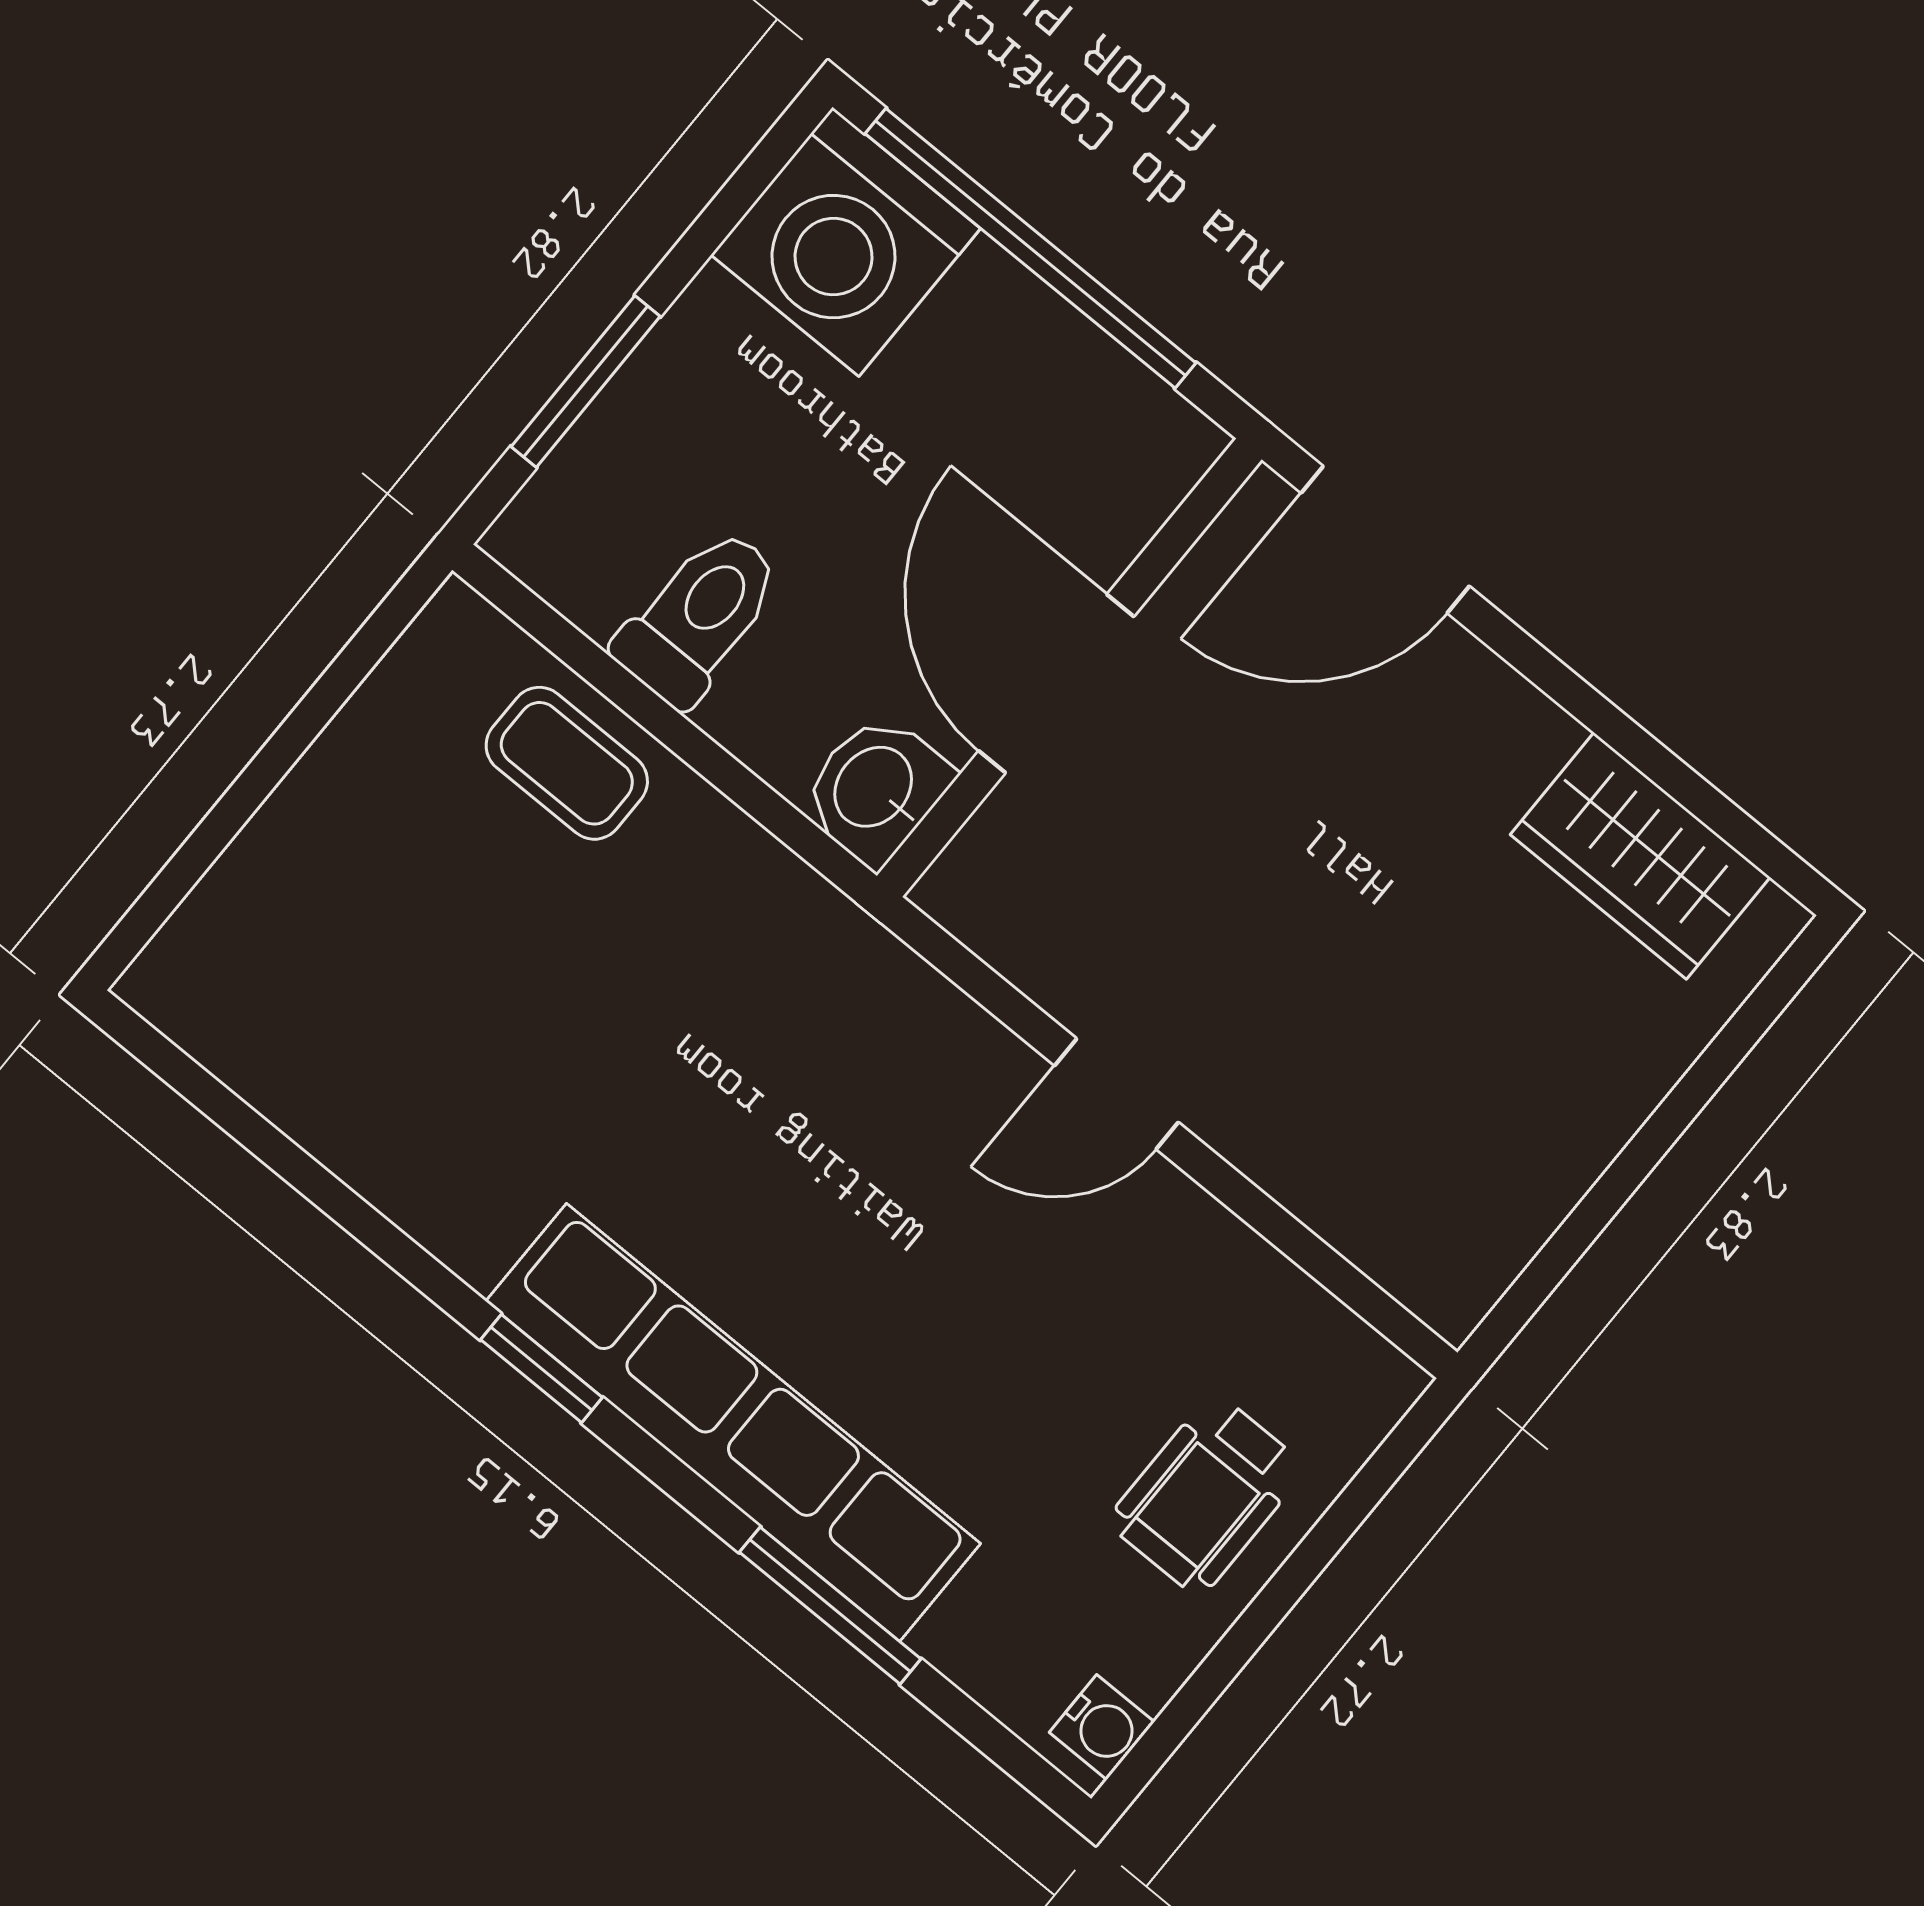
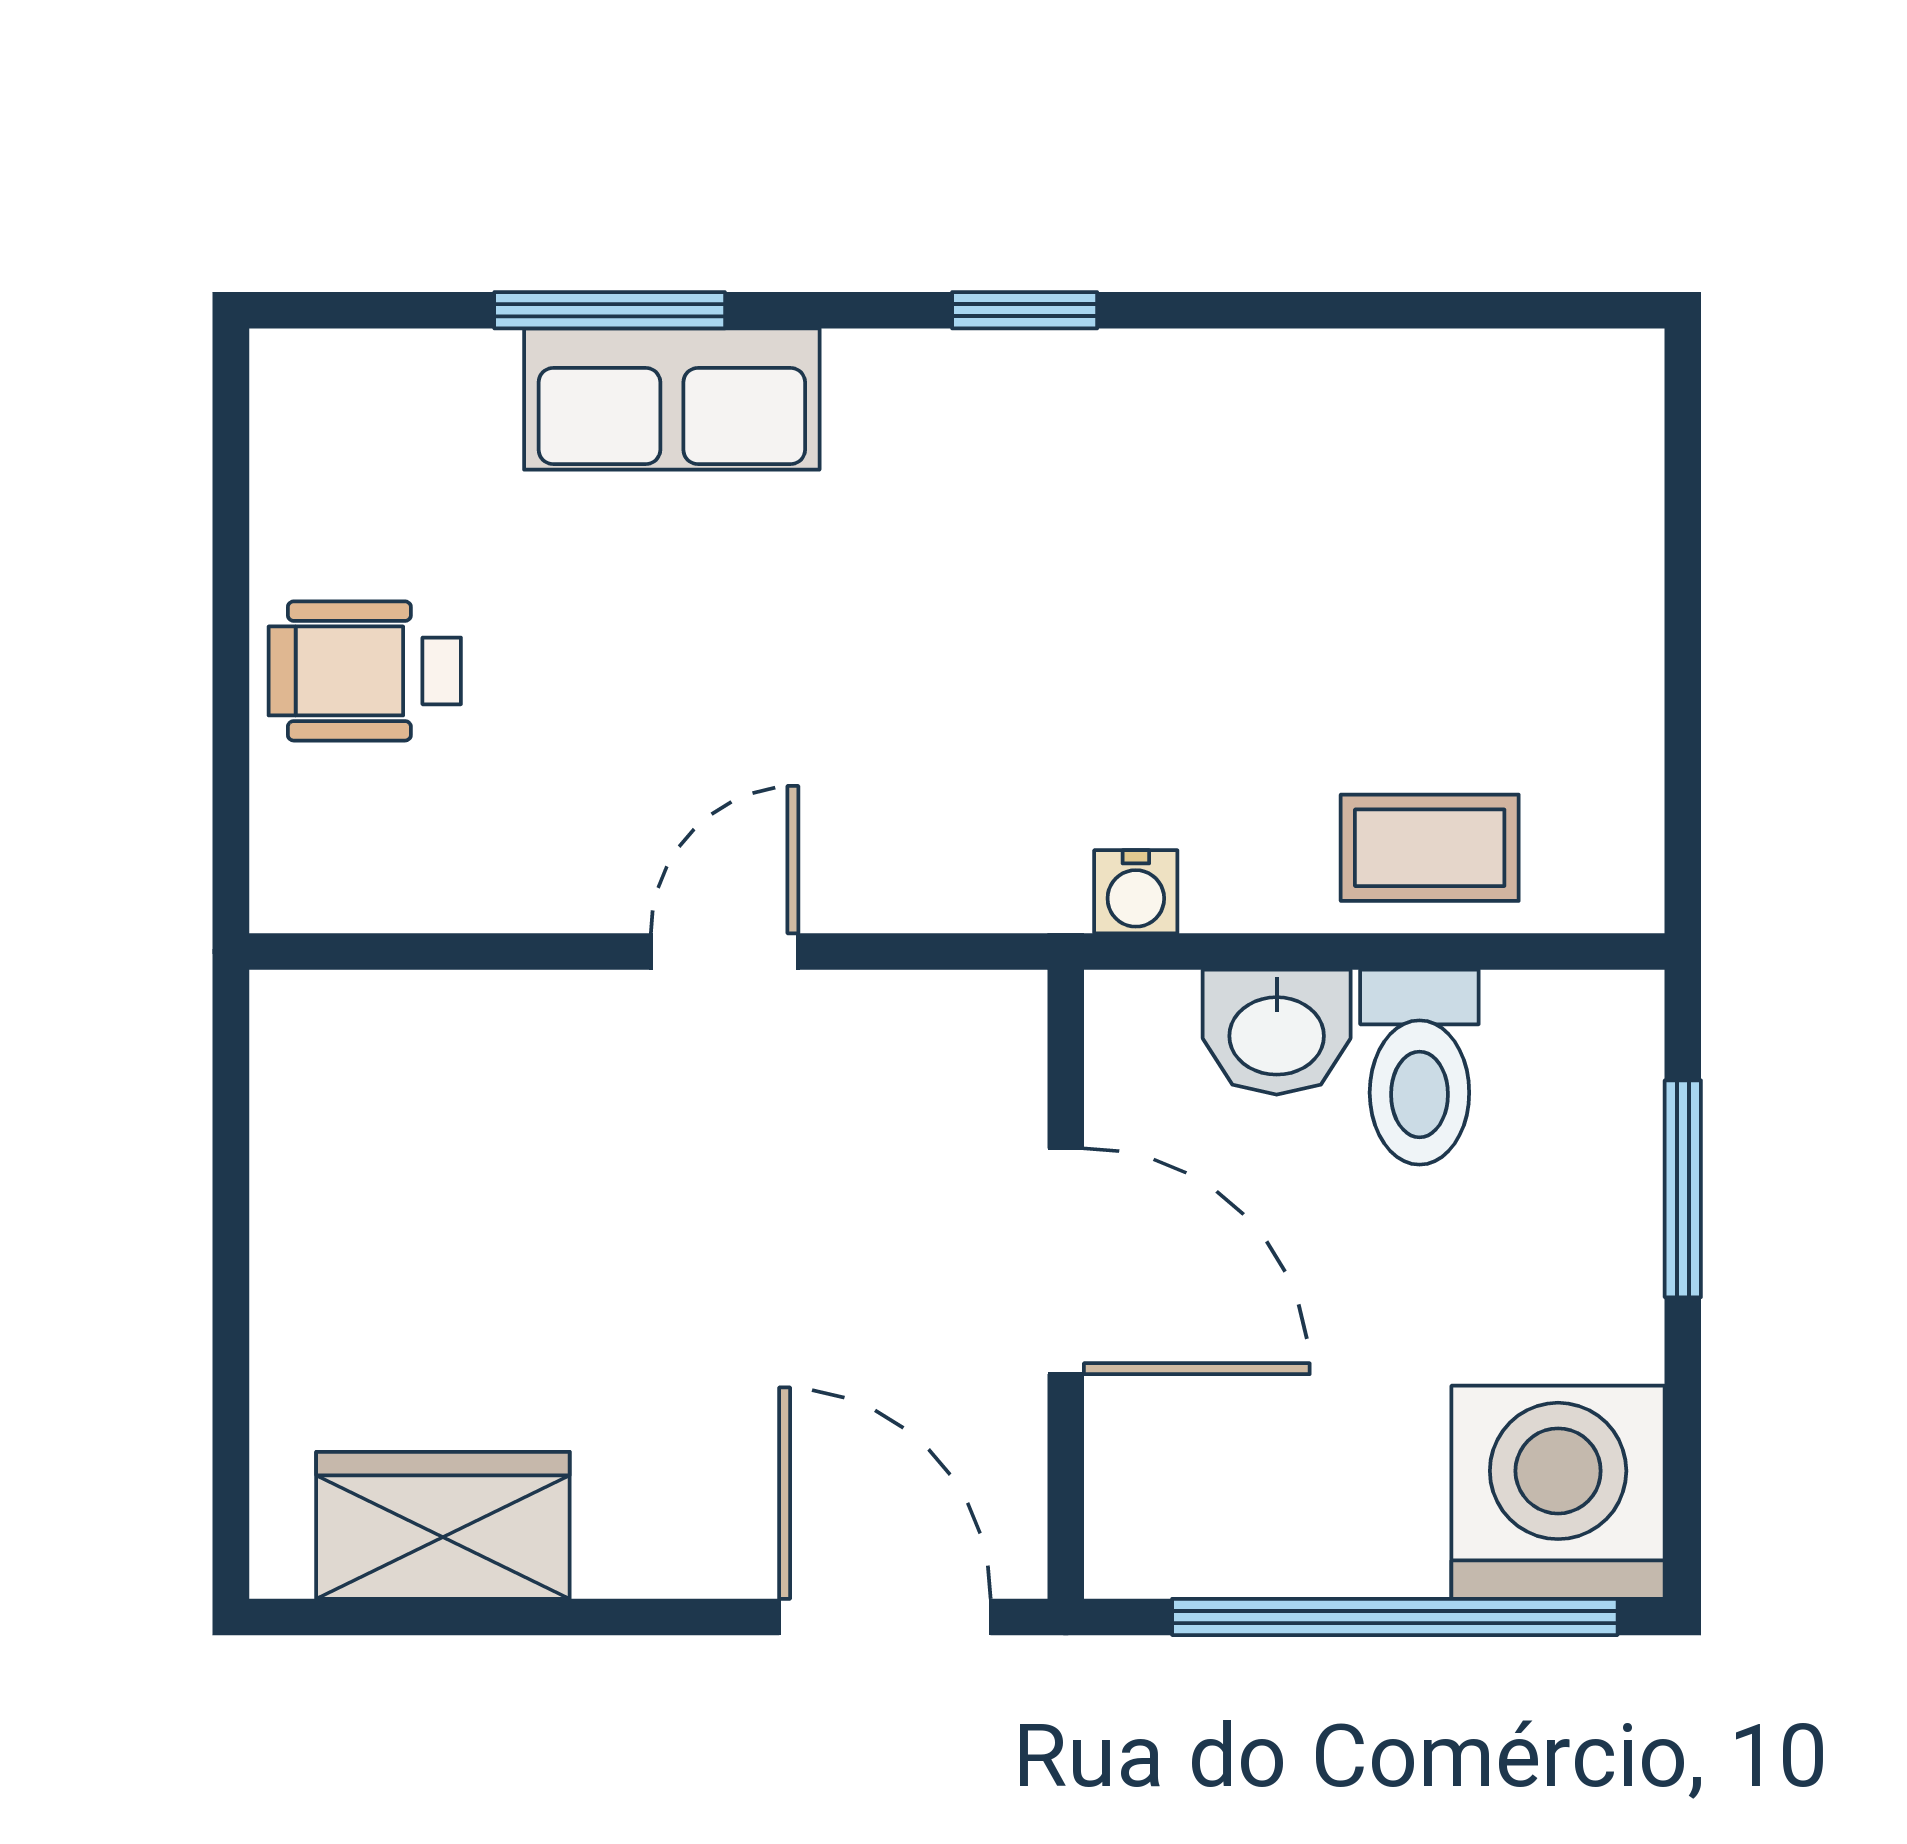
door: (1385, 540) -> (885, 1617), hinge flipped
washbasin: (876, 789) -> (1277, 1032), moved, turned 90
row of seats: (733, 1422) -> (672, 399), width x0.50
wheelchair: (1206, 1495) -> (365, 671), turned -90
water cooler: (1102, 1727) -> (1136, 892), moved, turned -90

